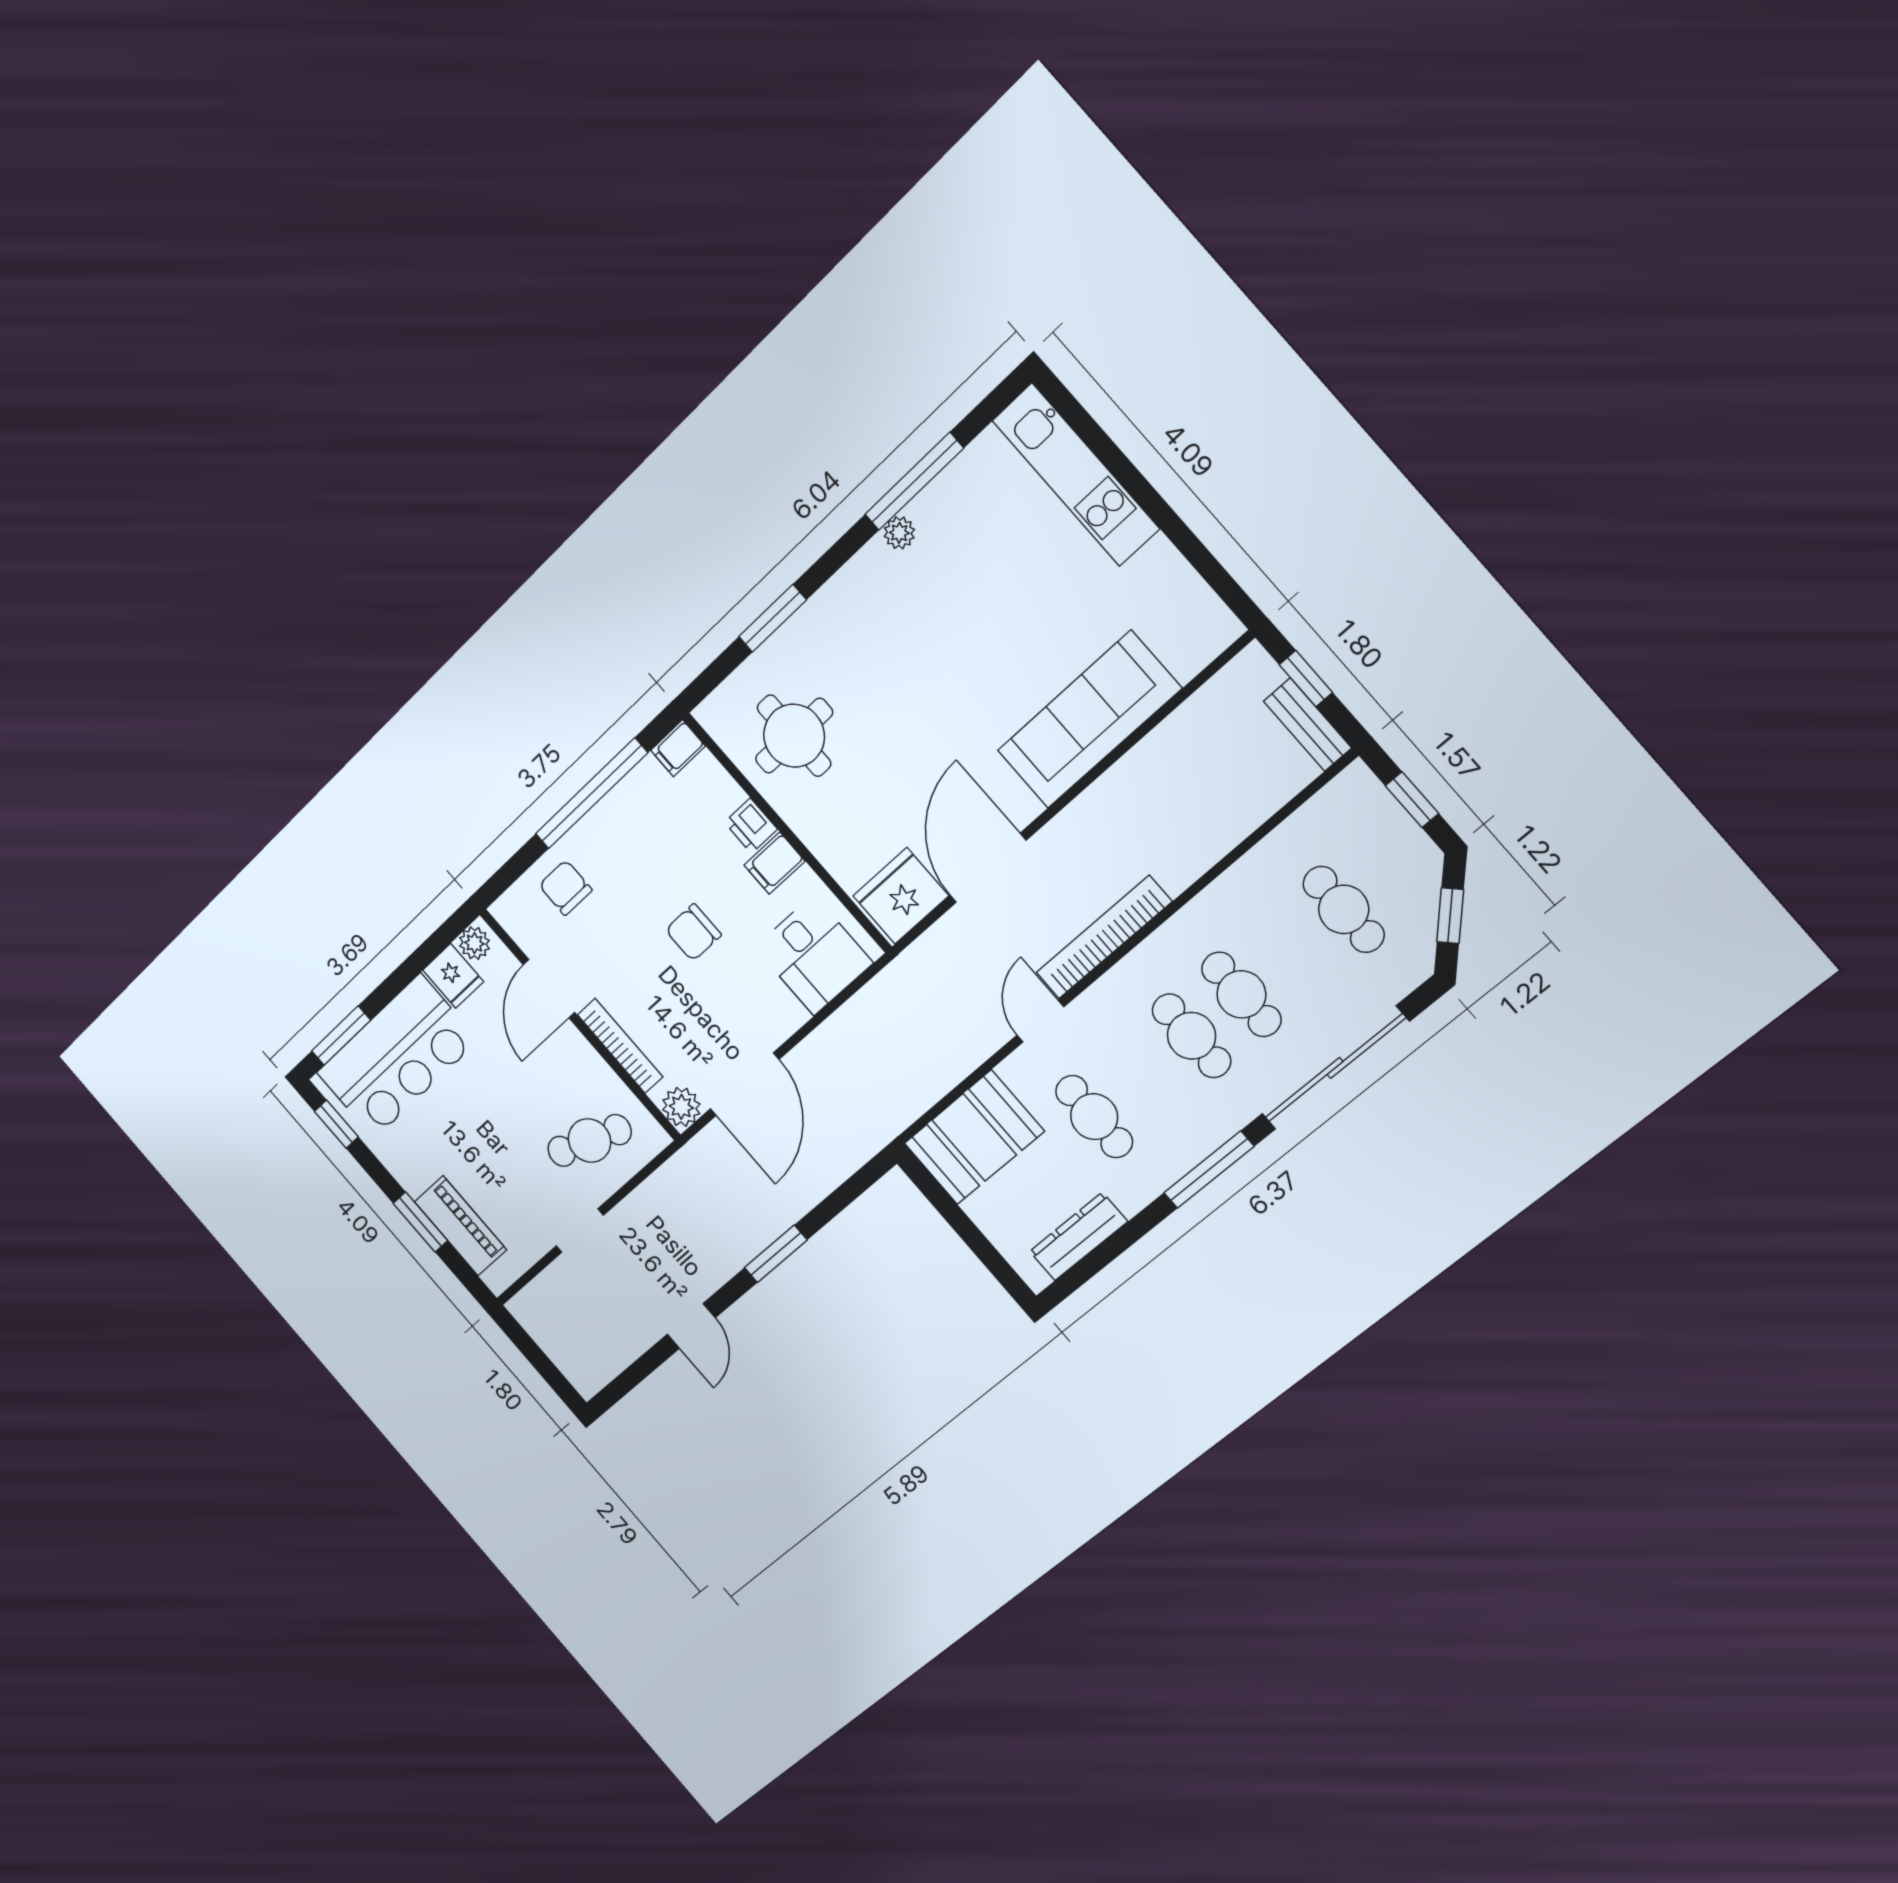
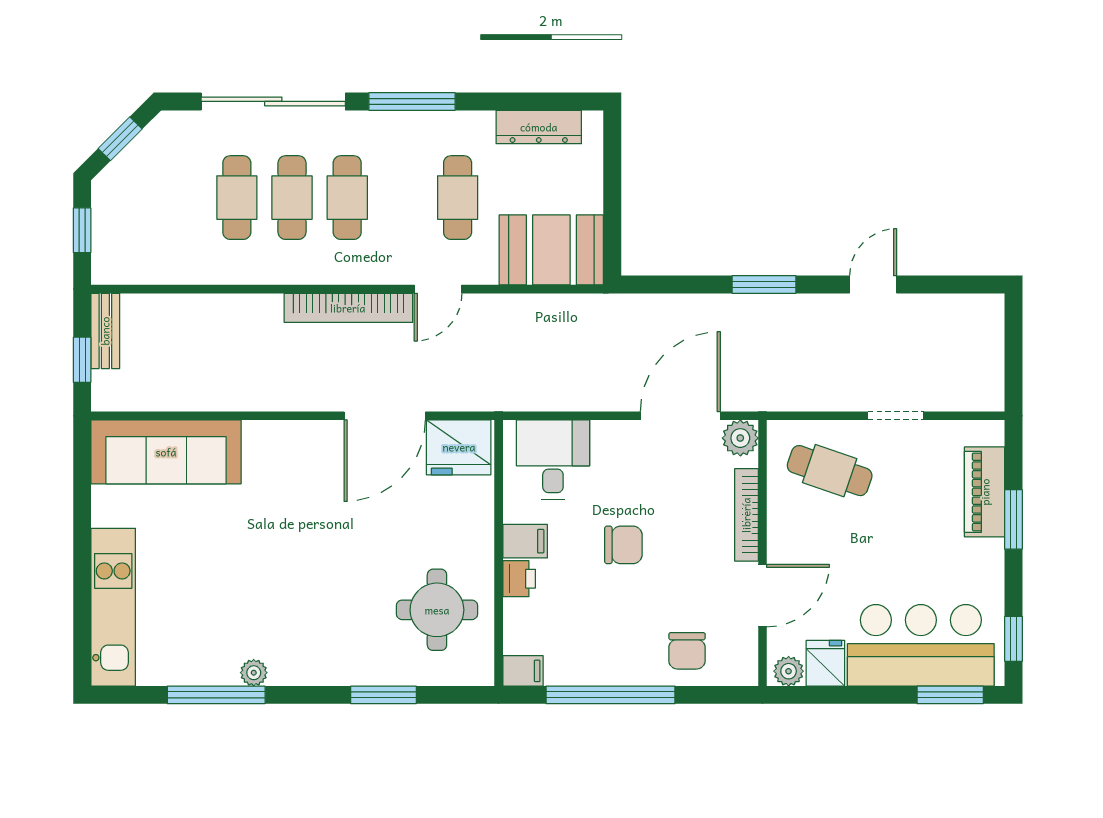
sofa: (1089, 720) -> (166, 452), moved
cafe table: (1344, 909) -> (237, 198), moved

